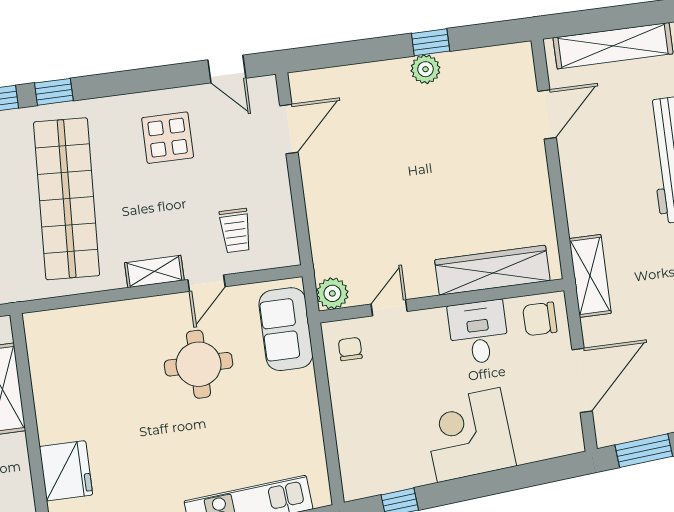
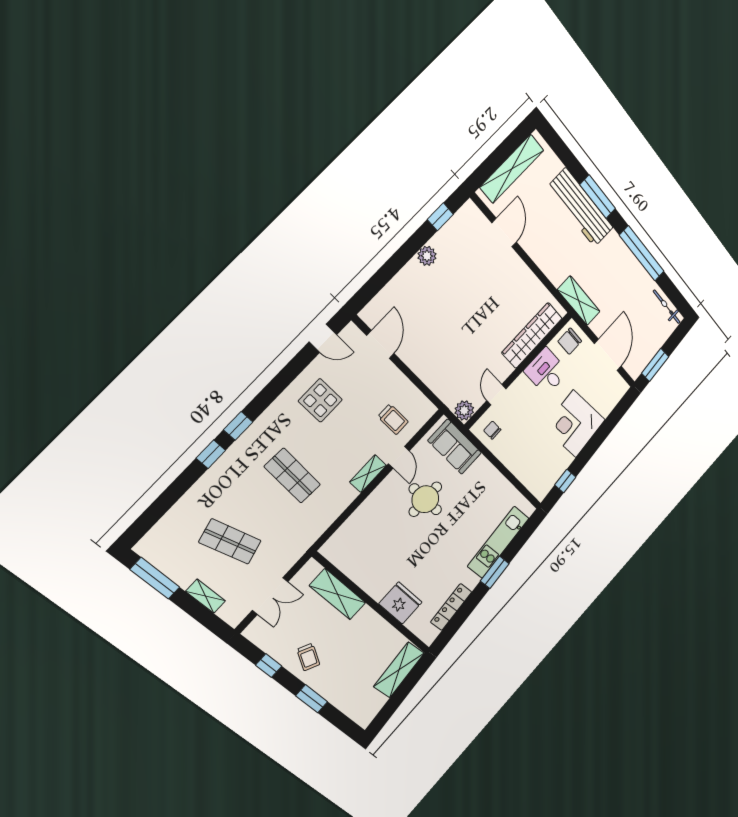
window: (431, 42) -> (440, 217), moved
shop shelf: (67, 199) -> (292, 476), width x0.50, depth x0.74

